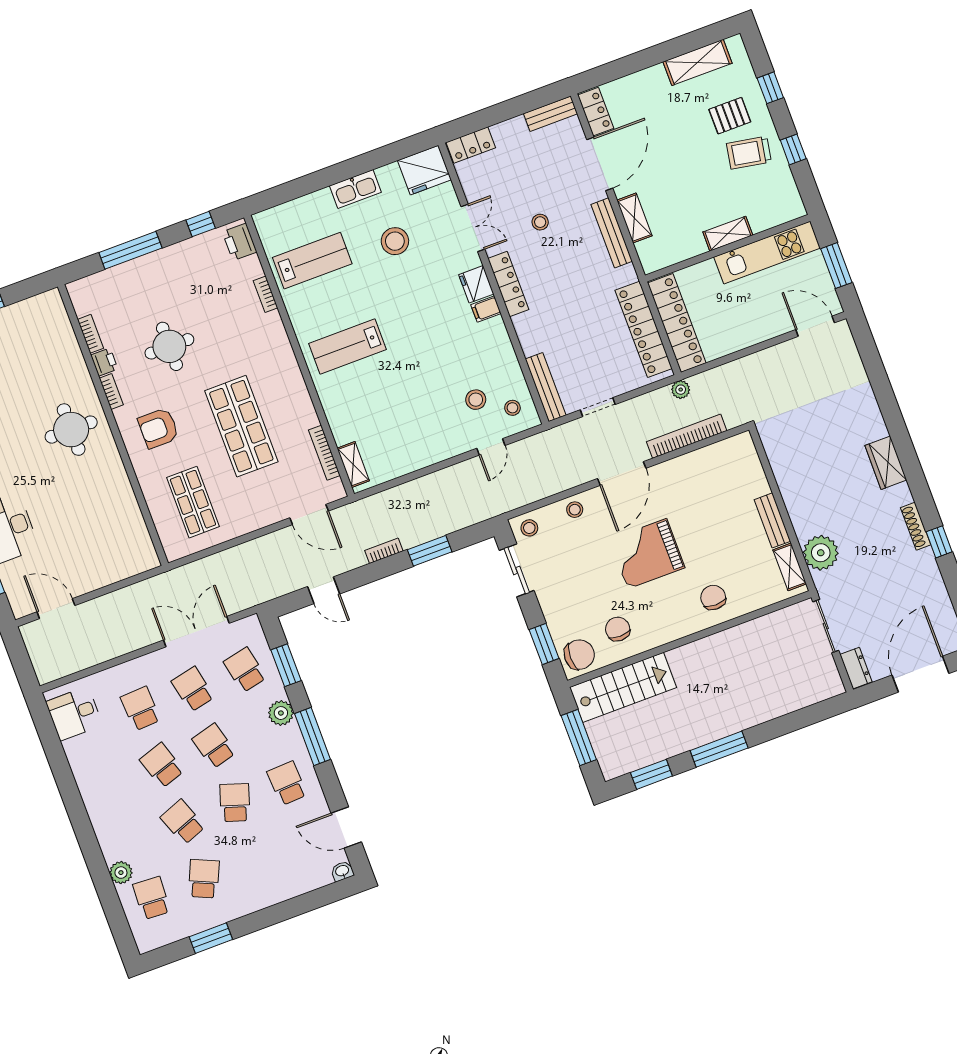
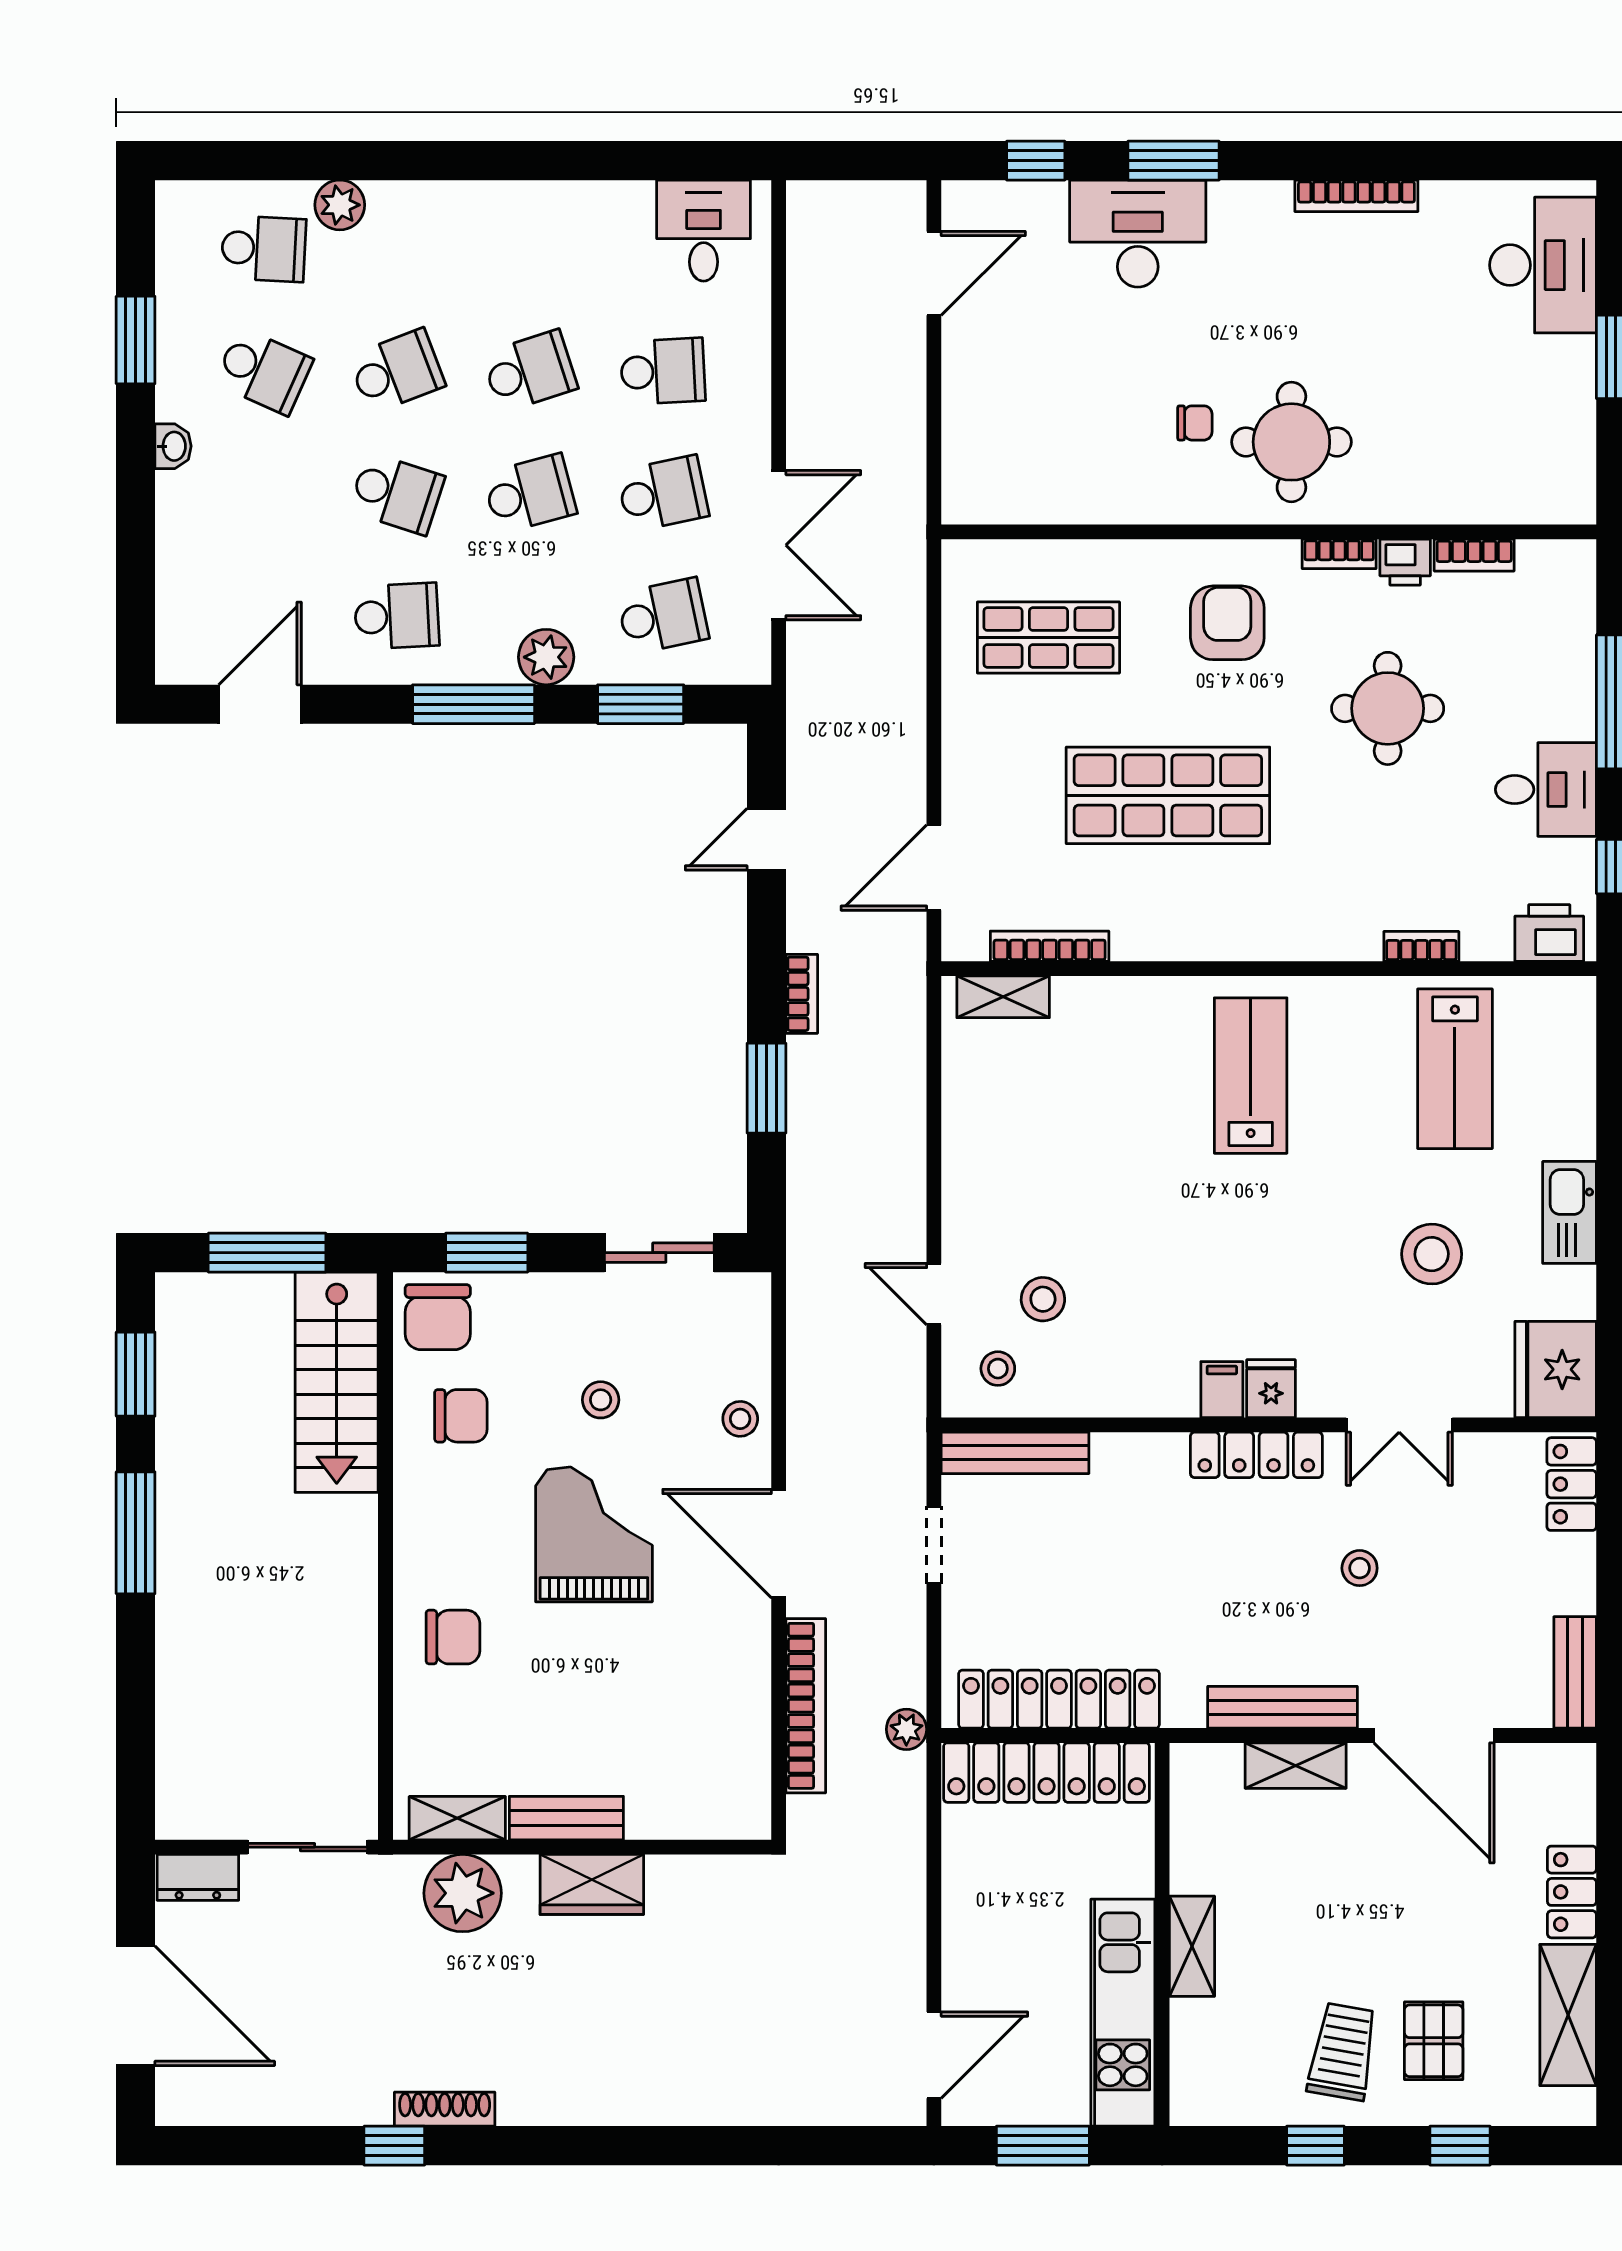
locker: (596, 112) -> (1572, 1892), moved, turned 90
desk: (179, 266) -> (1546, 790), added
fridge: (476, 284) -> (1271, 1389), width x0.72
wardrobe: (886, 463) -> (592, 1884), moved, turned 180
chair: (78, 474) -> (1195, 423), added
stool: (529, 528) -> (601, 1400), moved
washbasin: (342, 871) -> (173, 446), moved

